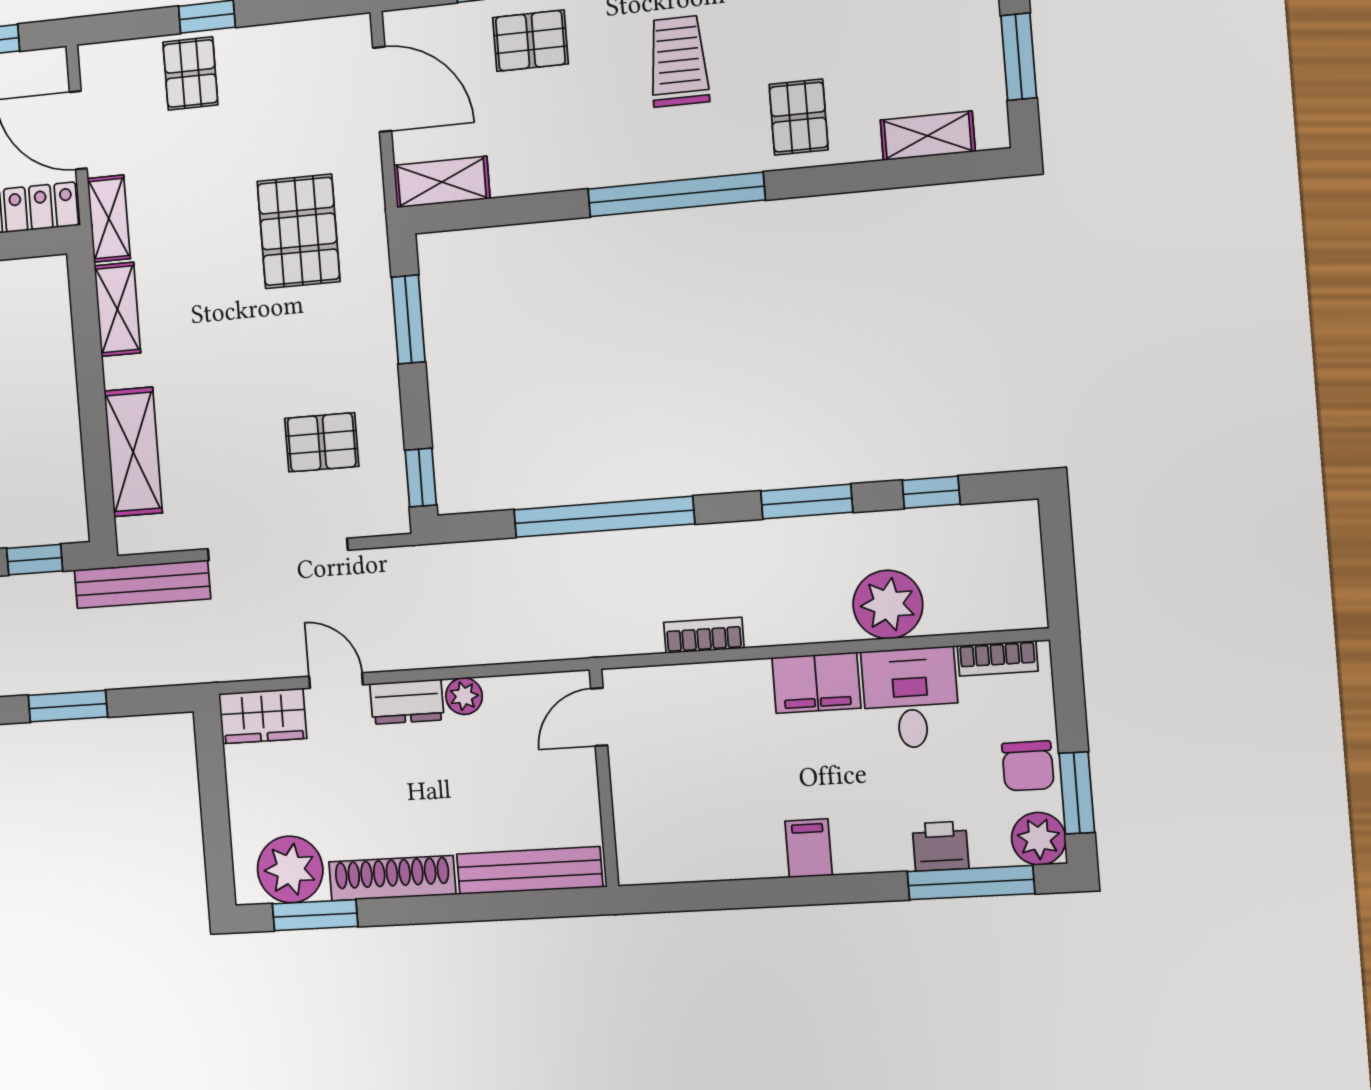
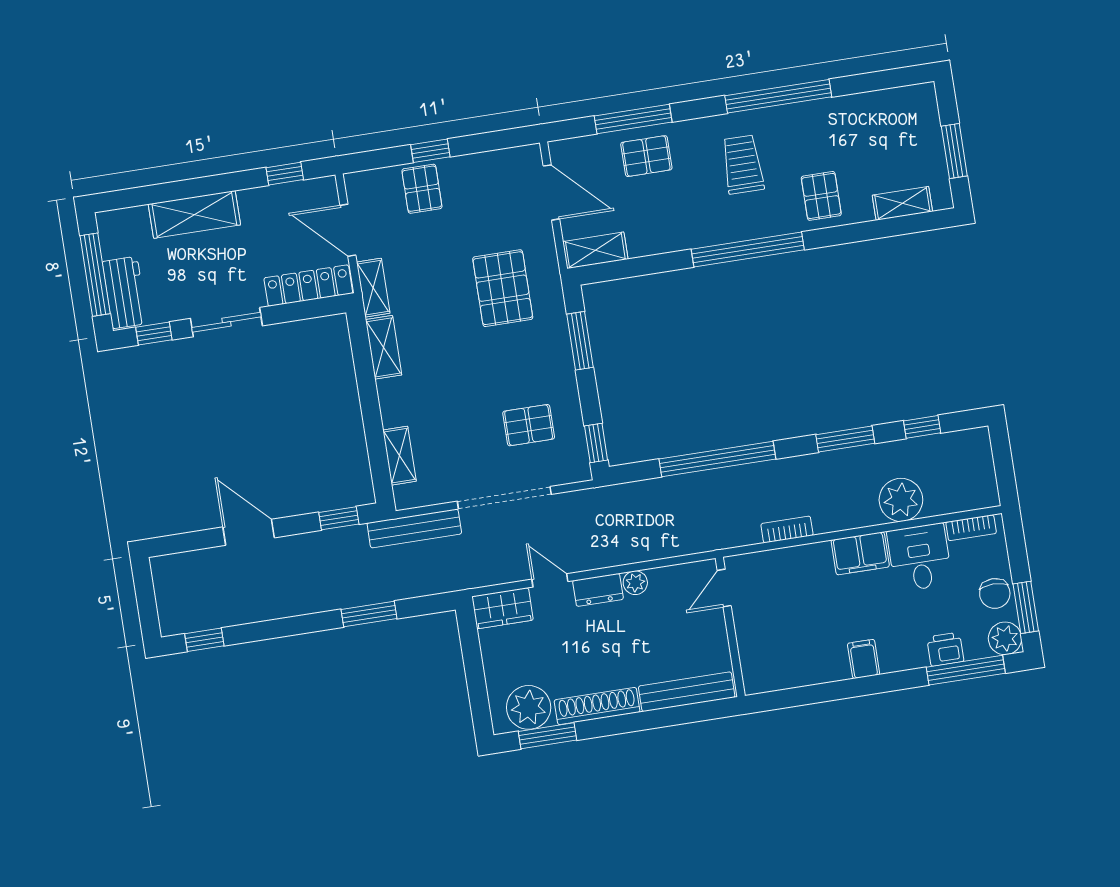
shelving: (133, 452) -> (400, 456), width x0.67, depth x0.75

